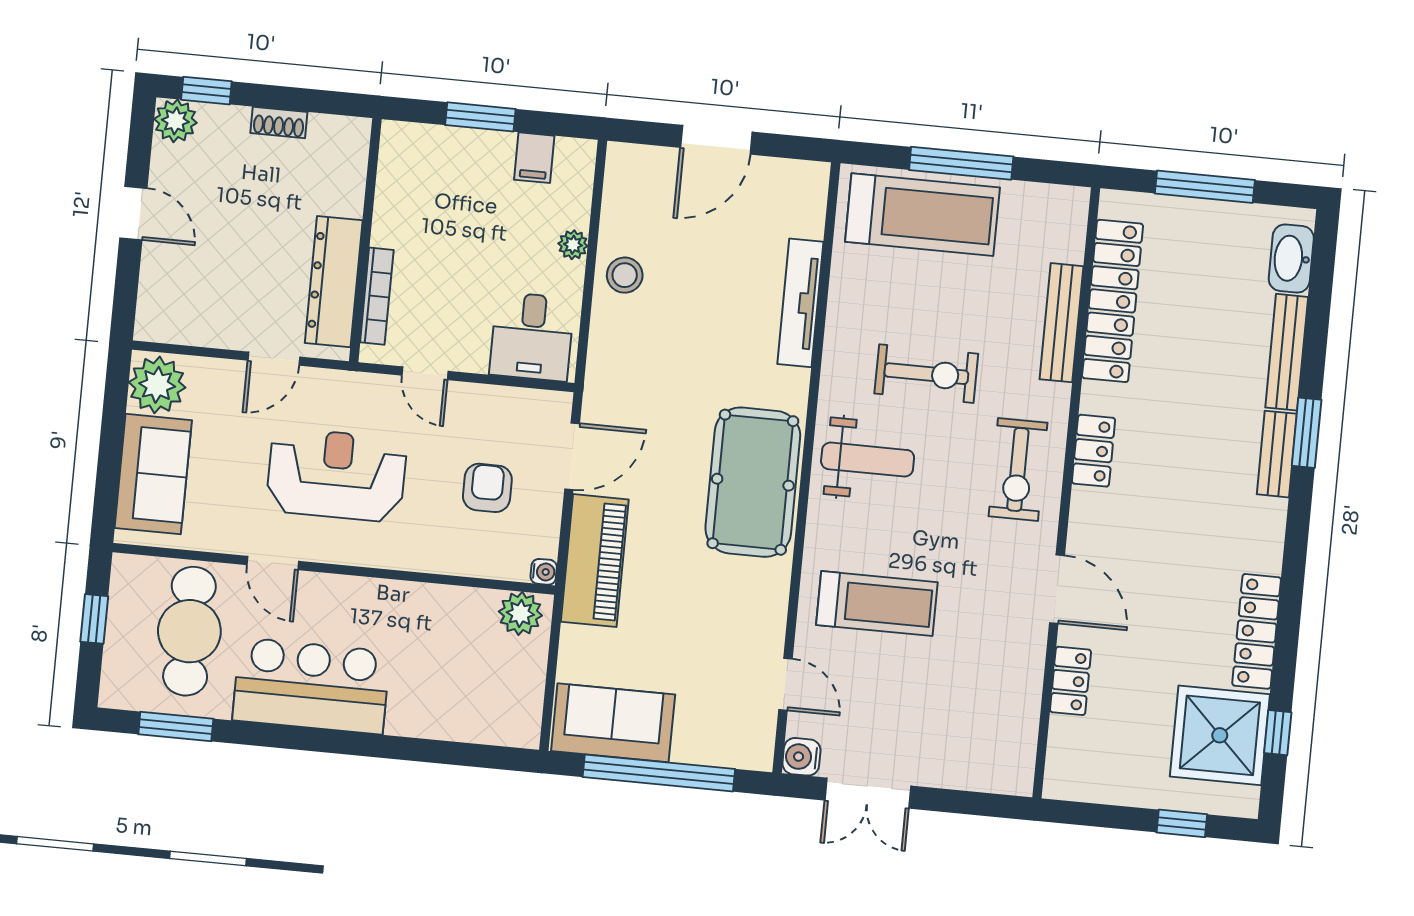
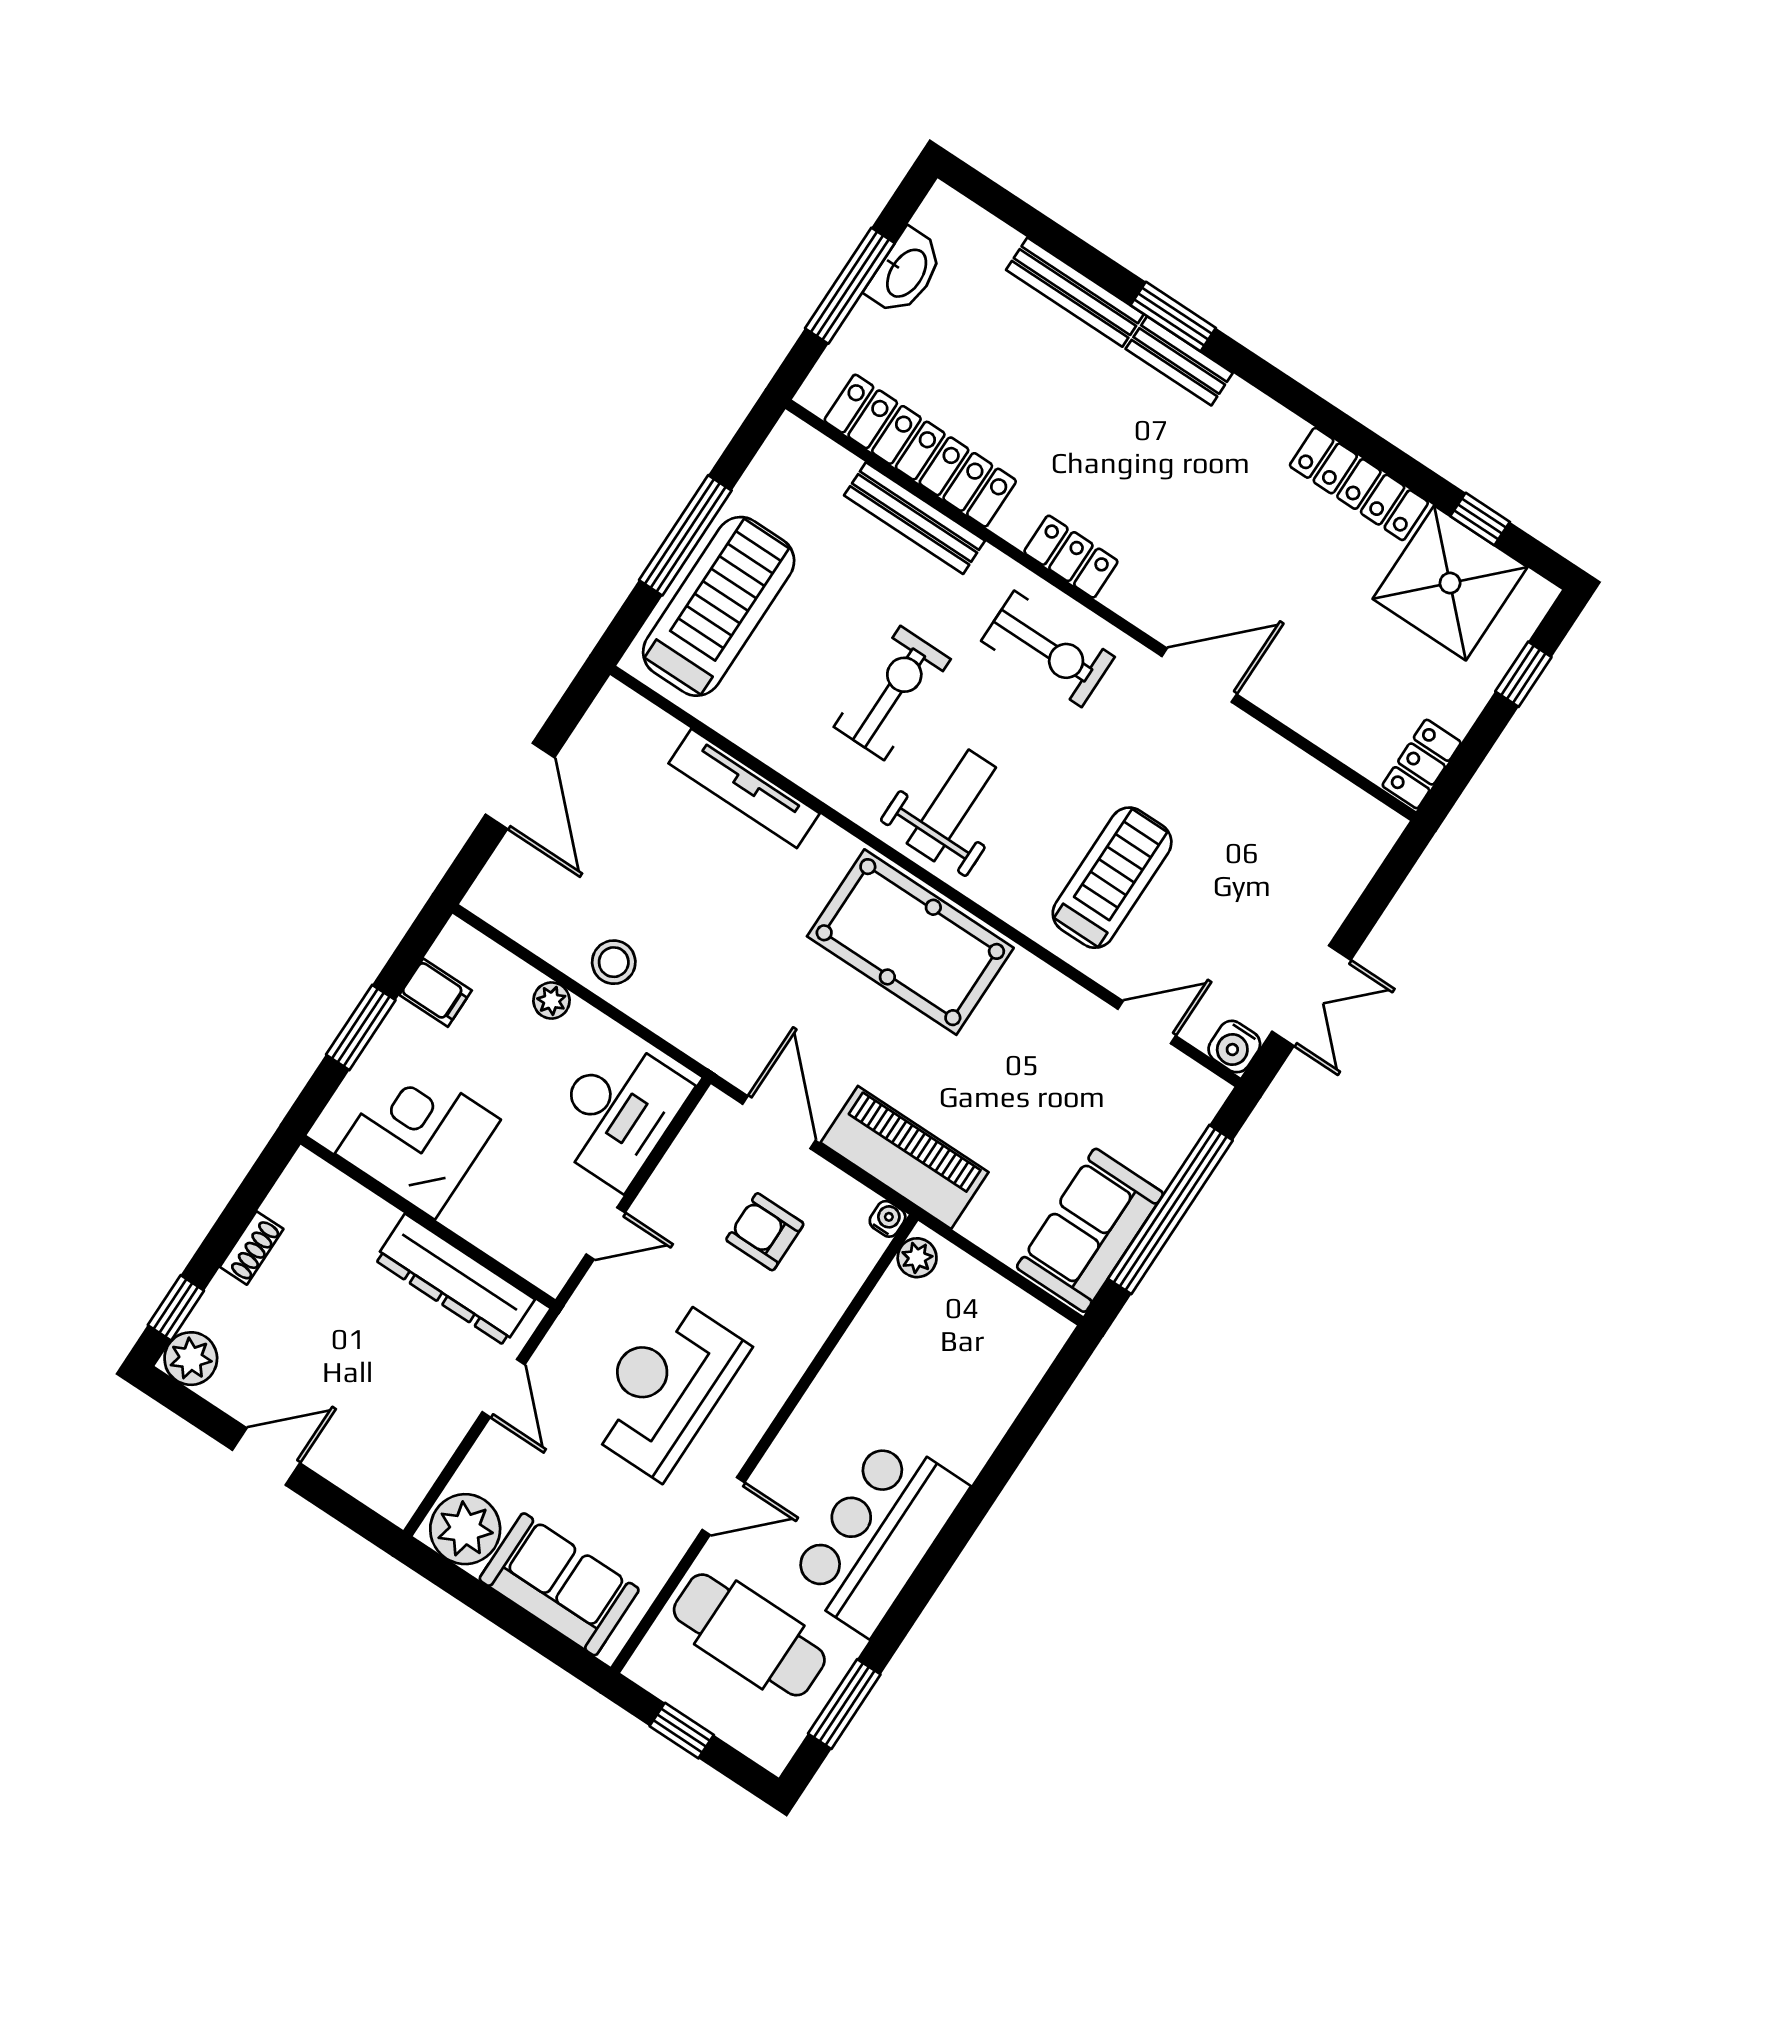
corner desk: (423, 200) -> (418, 1137), added
washbasin: (1291, 258) -> (905, 272), moved, turned -90
bookcase: (377, 296) -> (495, 1241), removed
desk: (532, 337) -> (617, 1112), width x1.37
plant: (520, 613) -> (917, 1258), width x0.73, depth x0.73
locker: (1070, 681) -> (1422, 764), moved, turned -90

